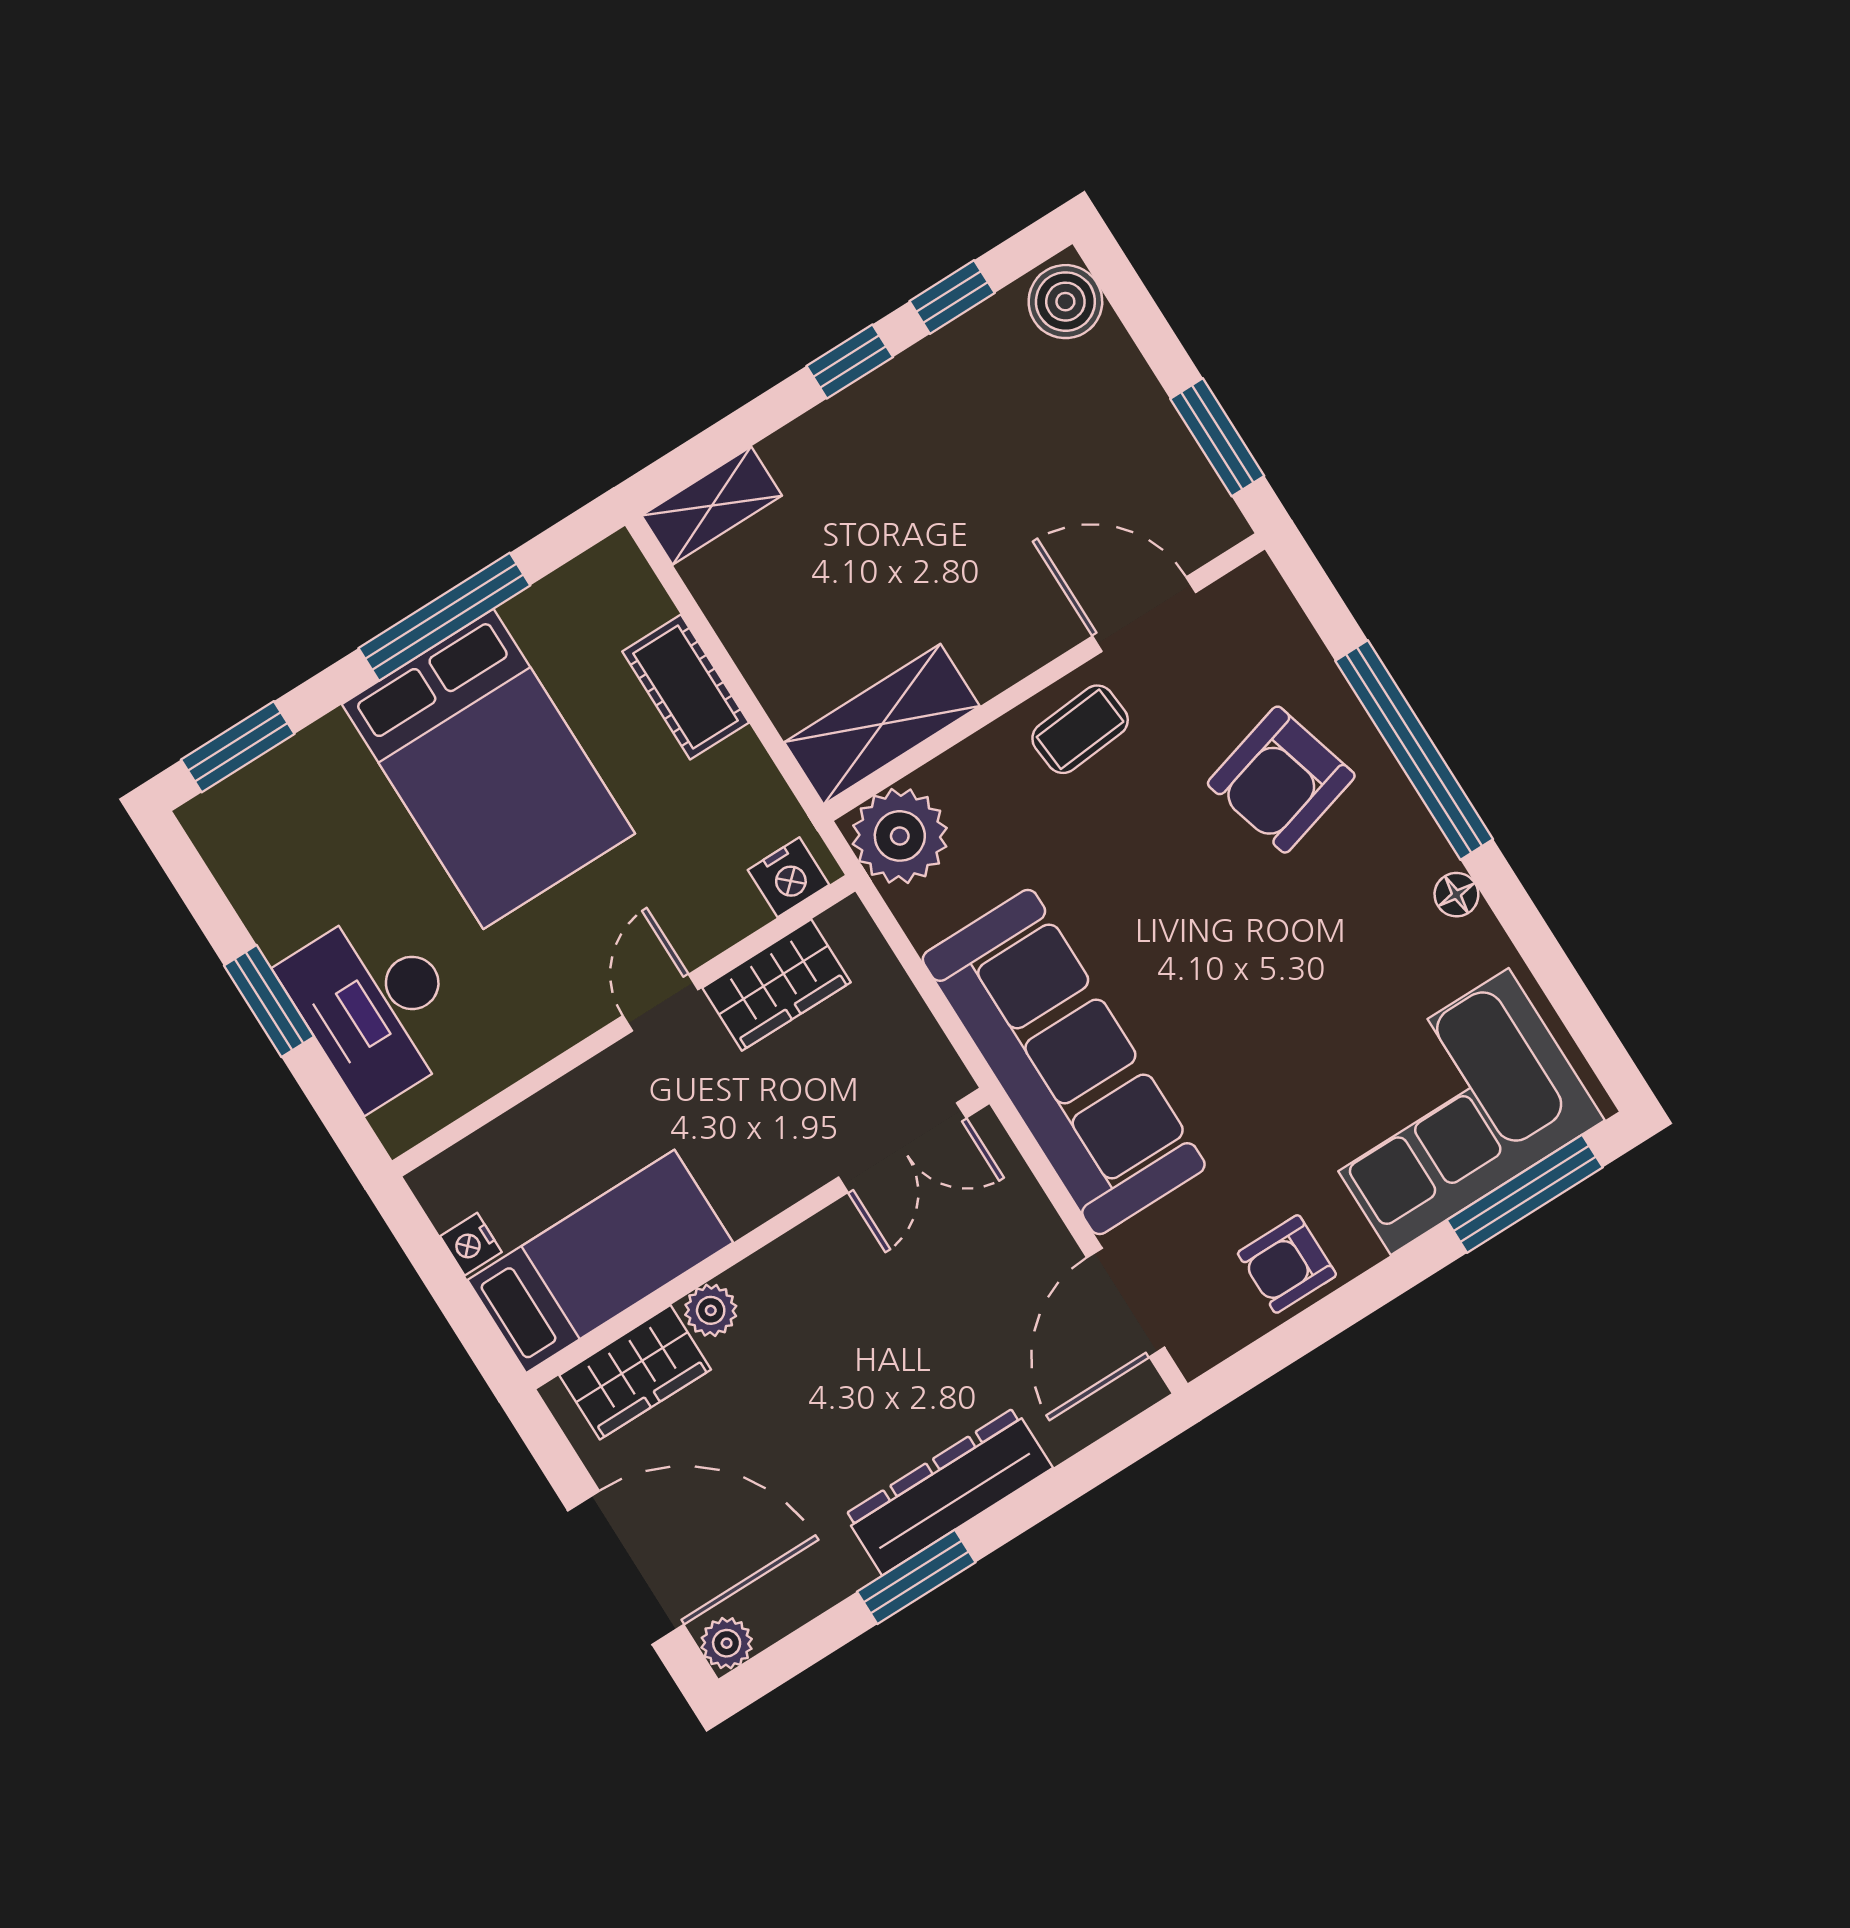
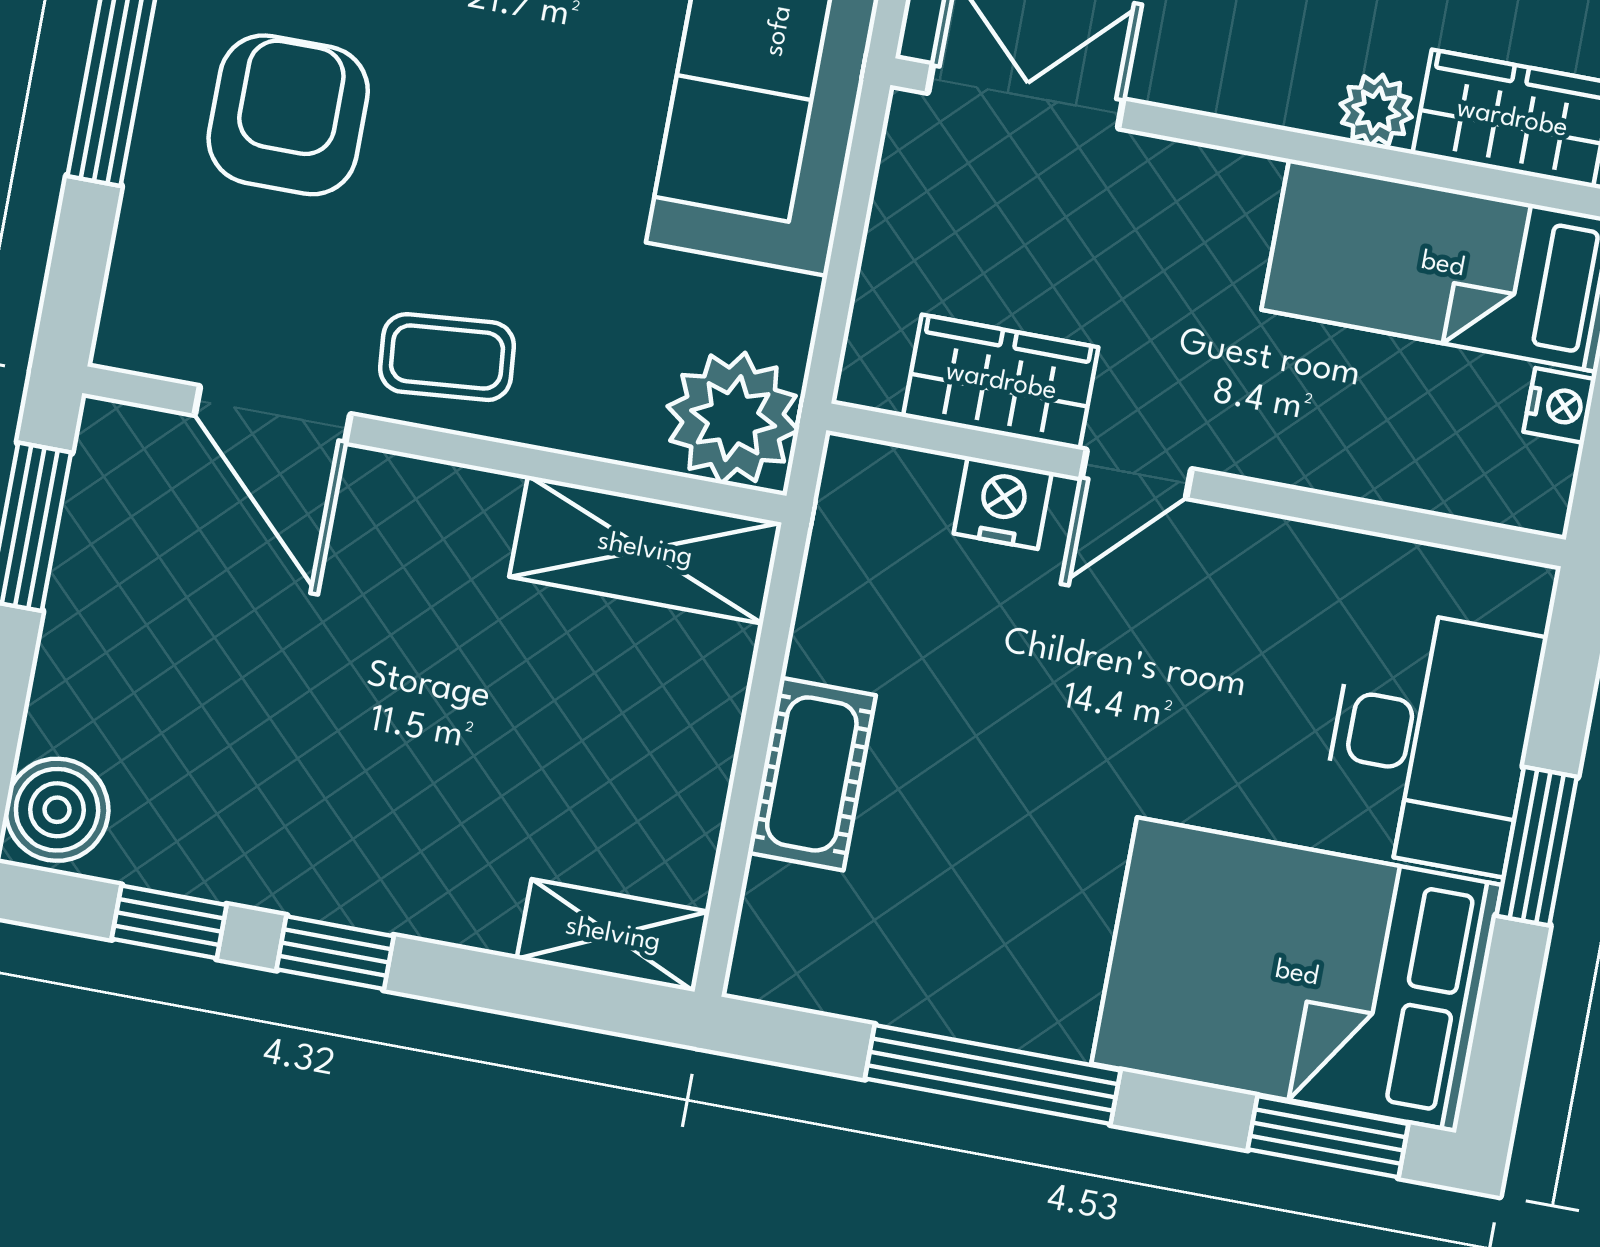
bed: (488, 769) -> (1297, 974), moved, turned -90
armchair: (1281, 780) -> (288, 115), turned -74
nightstand: (789, 877) -> (1003, 503), moved

